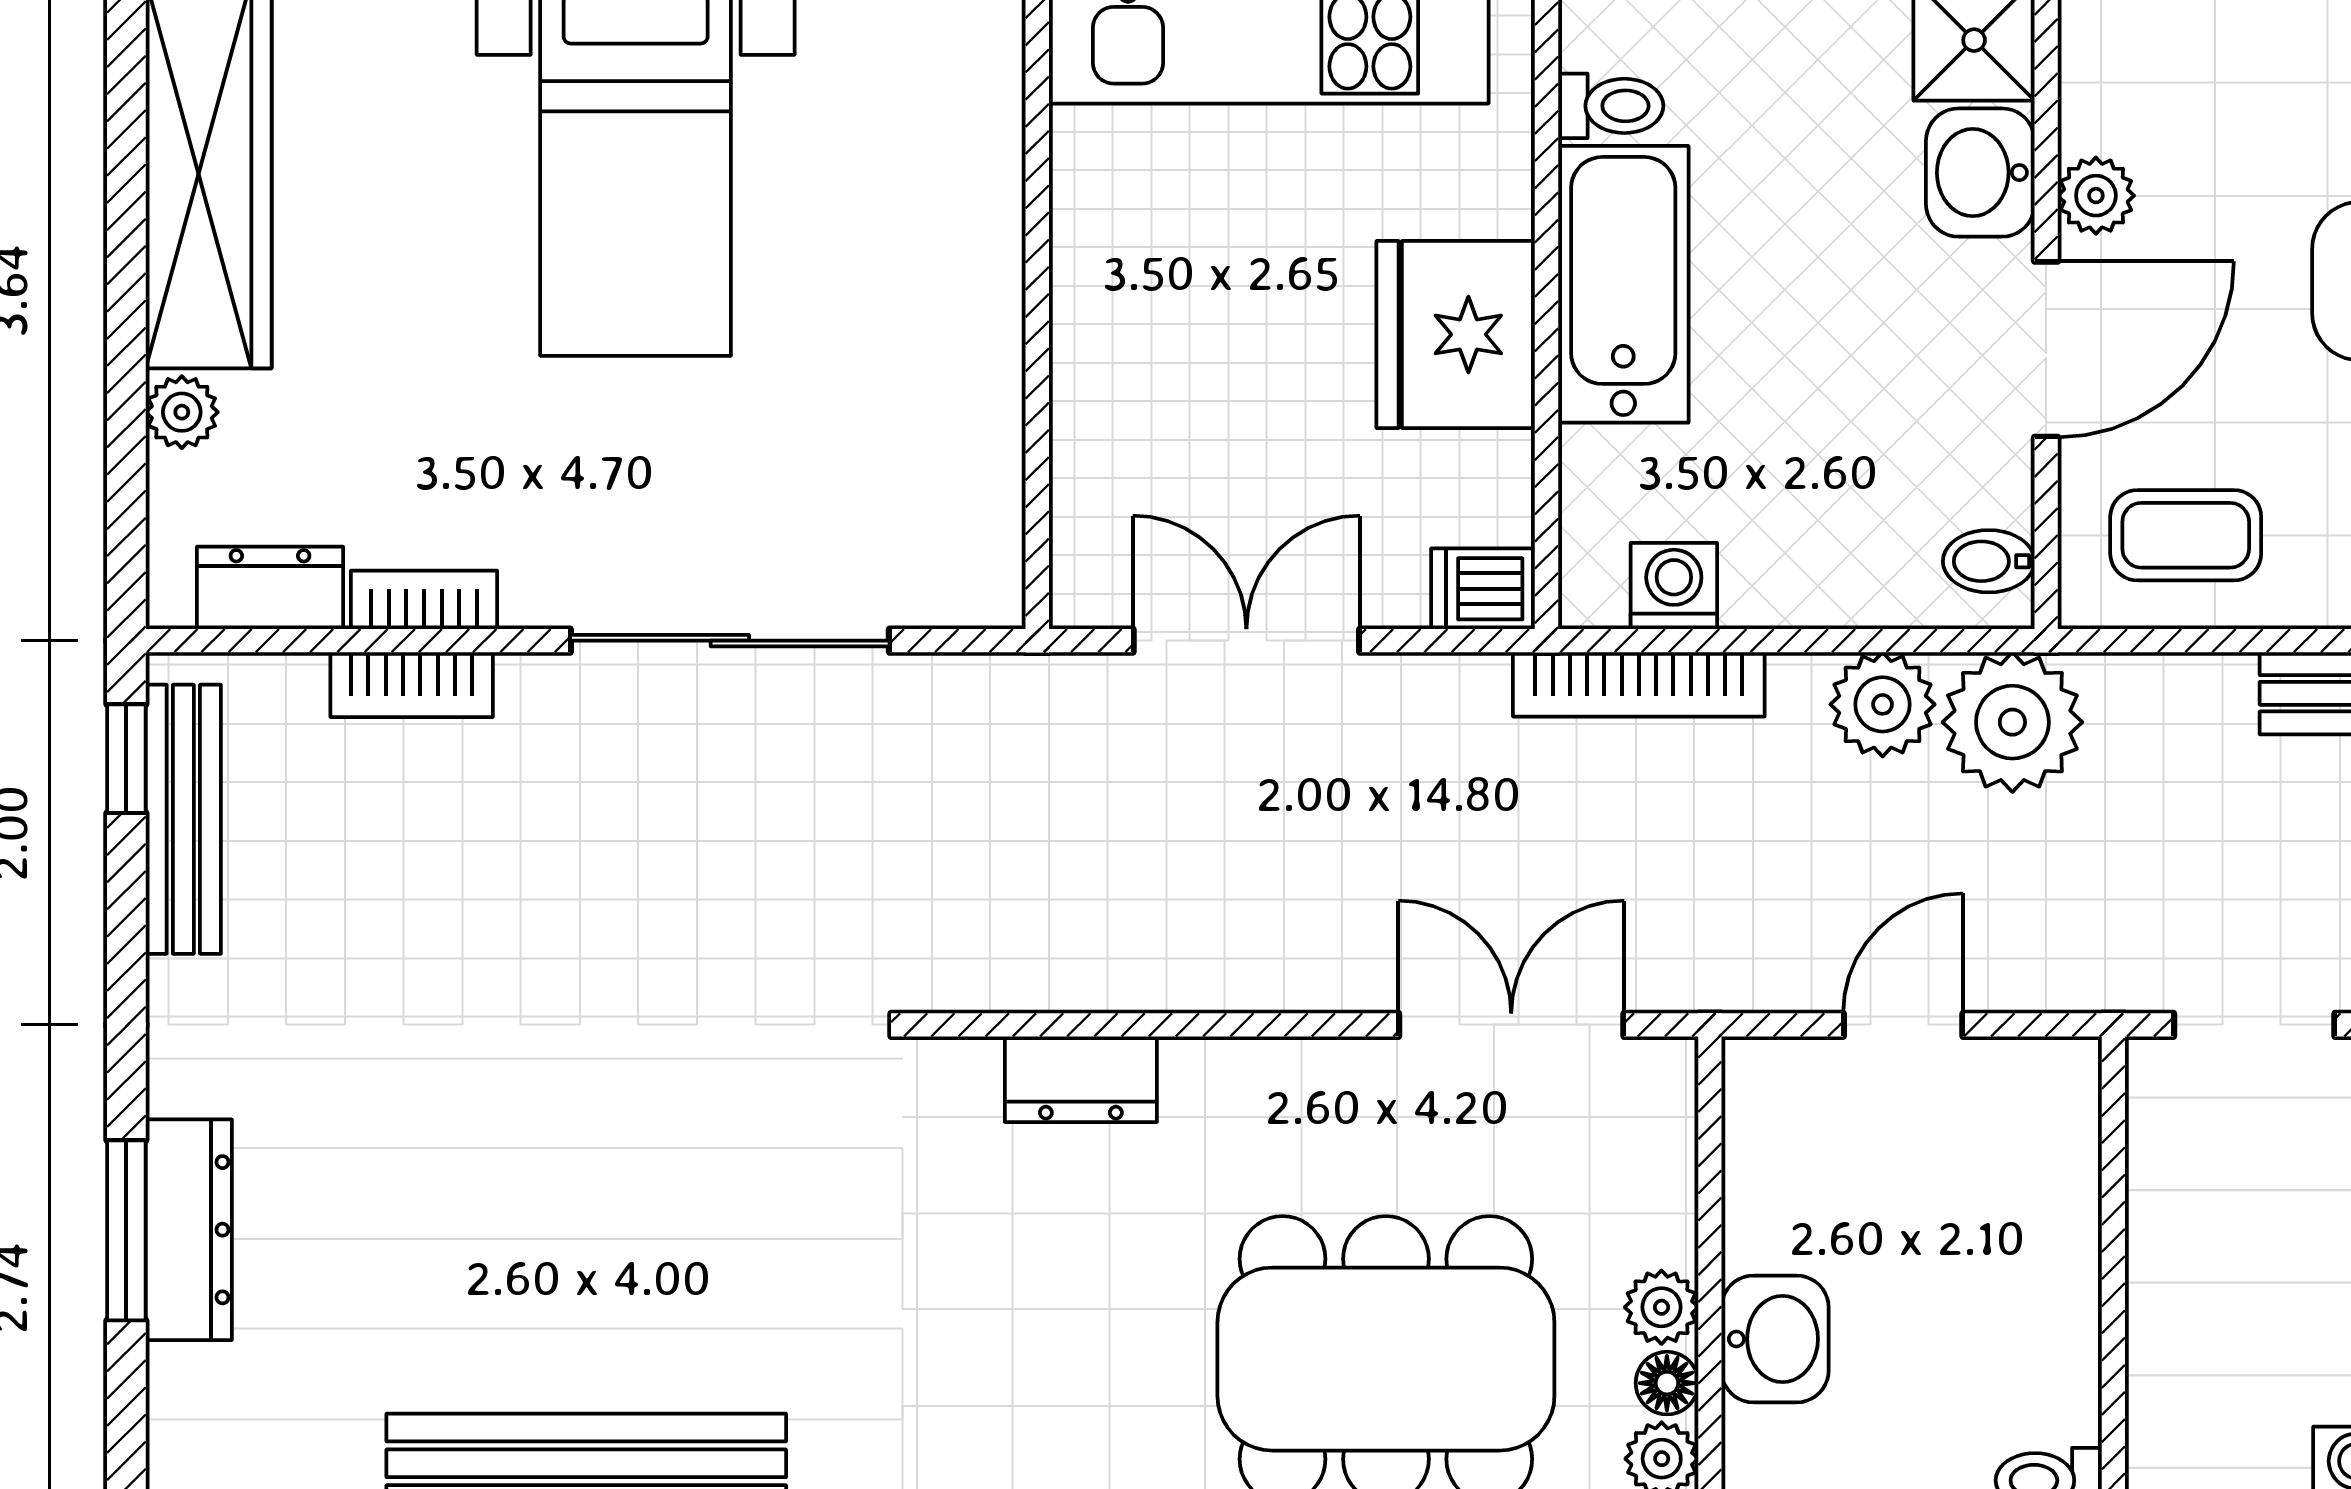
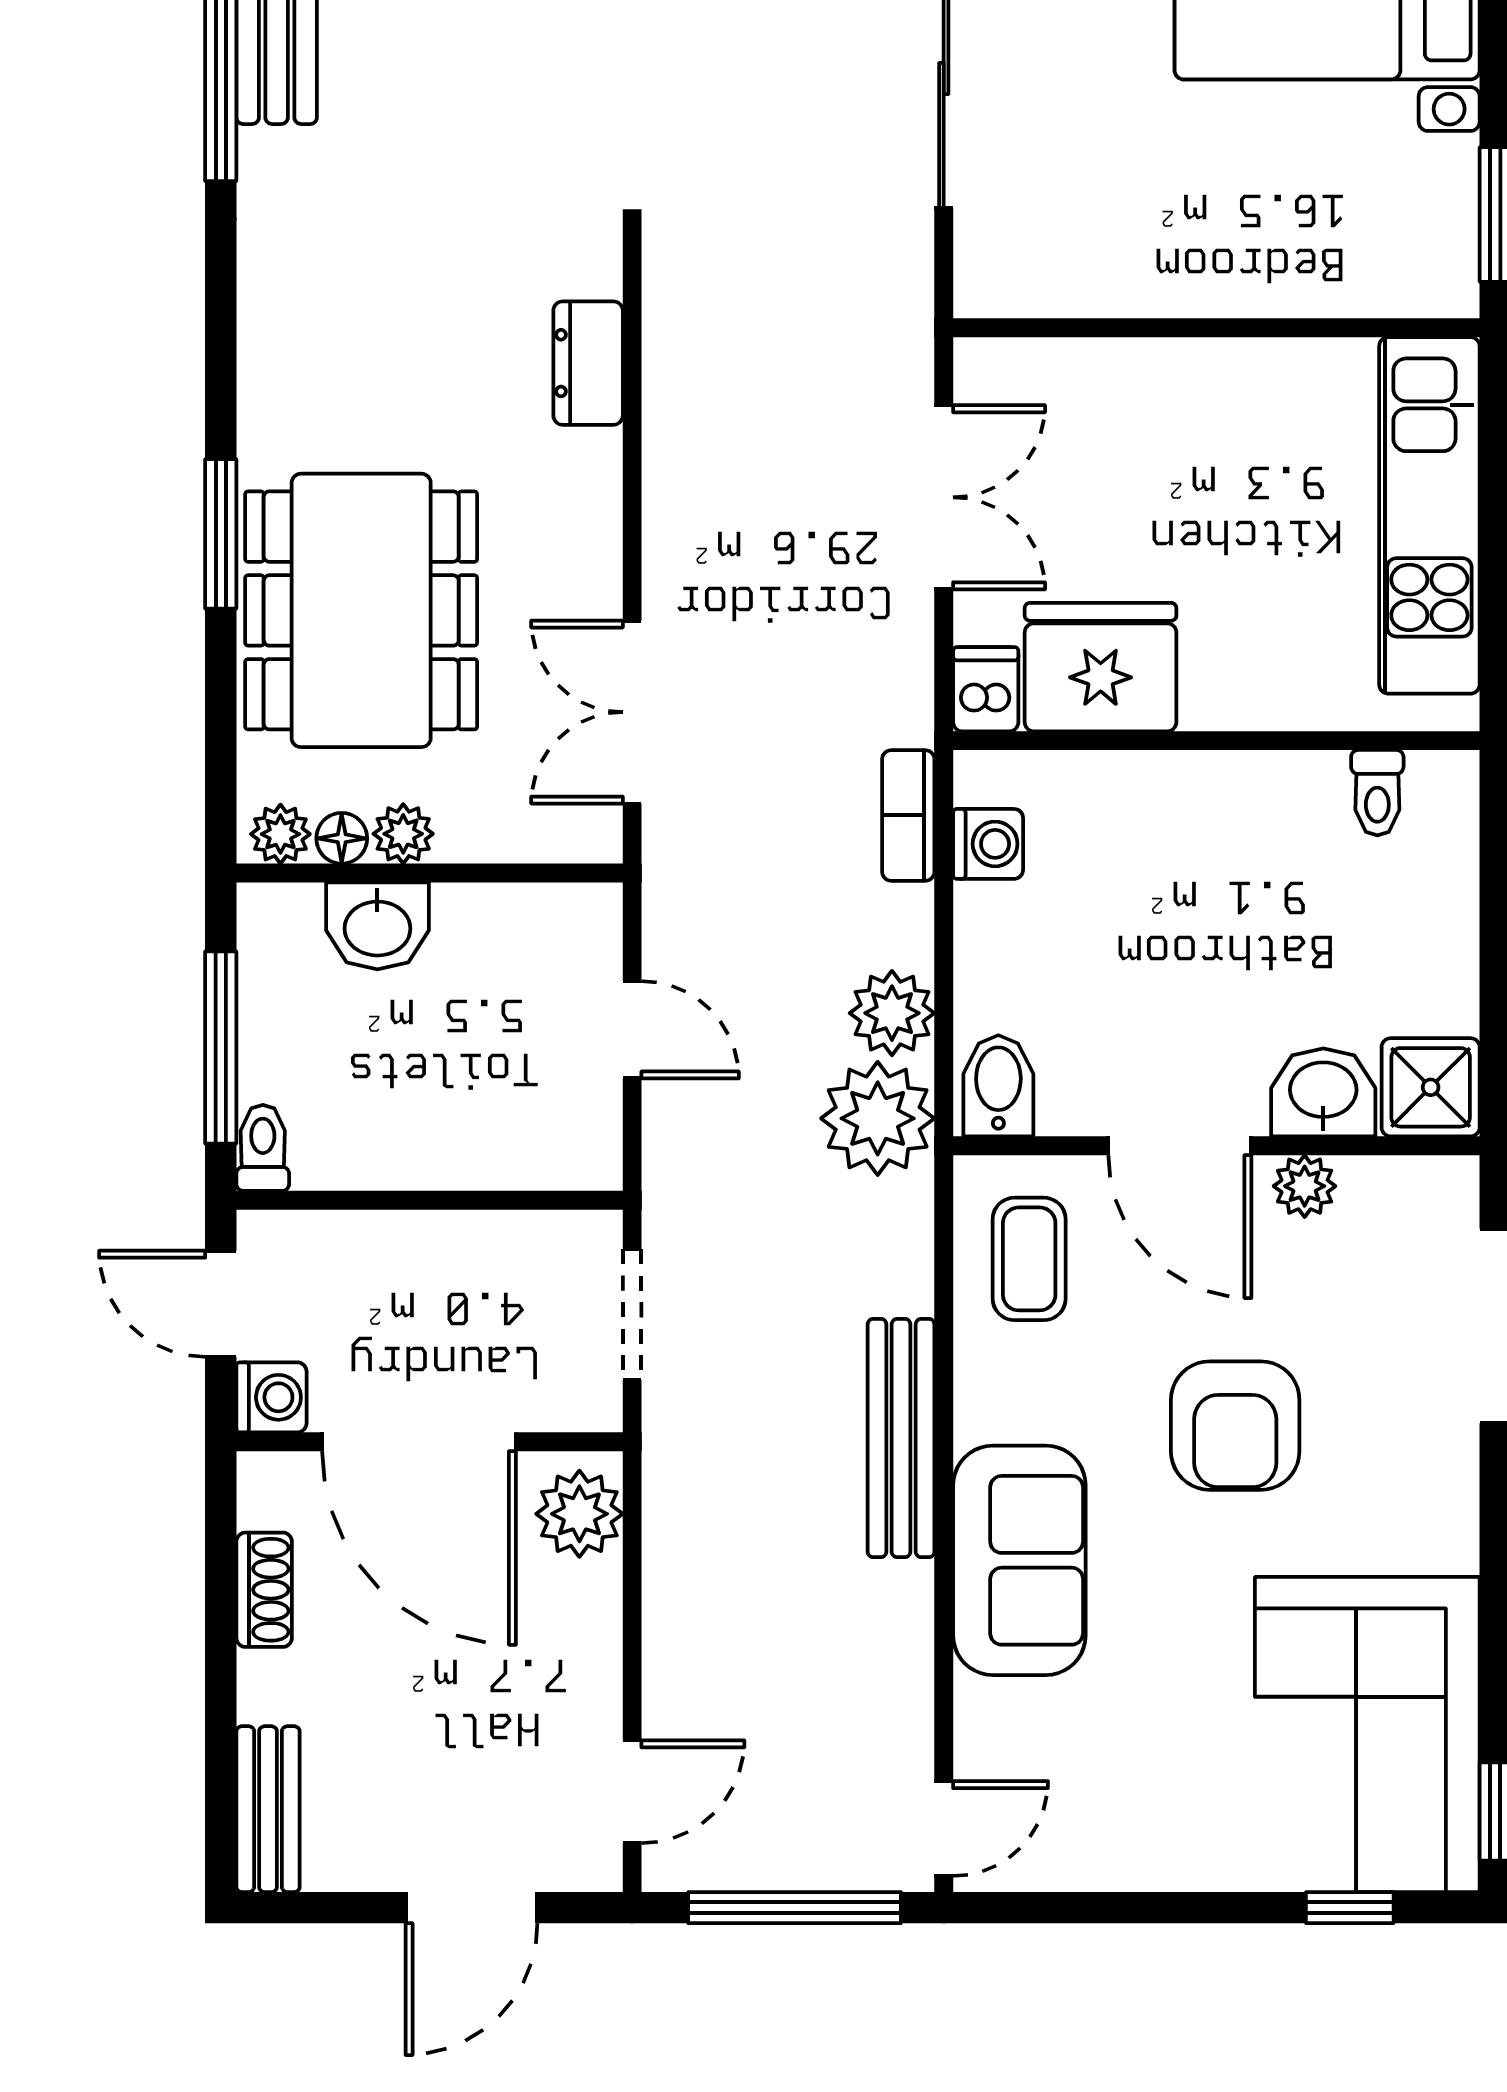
bathtub: (1623, 284) -> (1233, 803), removed
fridge: (1456, 334) -> (1101, 667), moved
bidet: (1989, 561) -> (998, 1086), width x1.38, depth x1.36
bookcase: (1639, 684) -> (908, 815), width x0.64
double door: (1511, 1025) -> (632, 712), swing flipped

